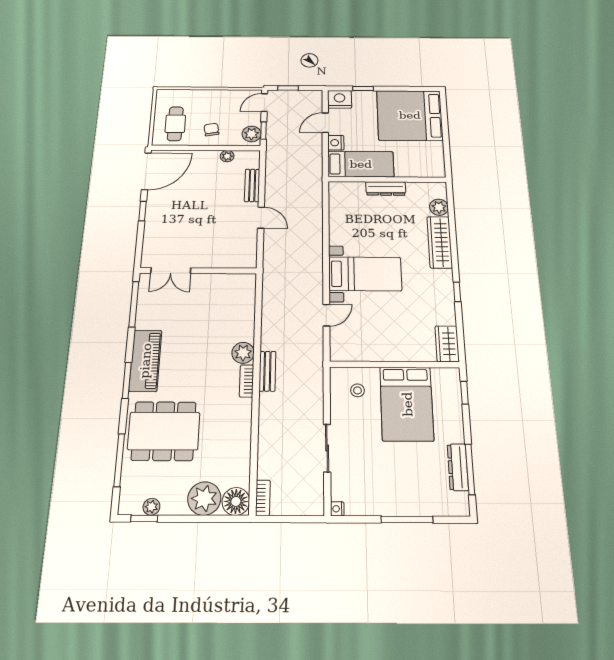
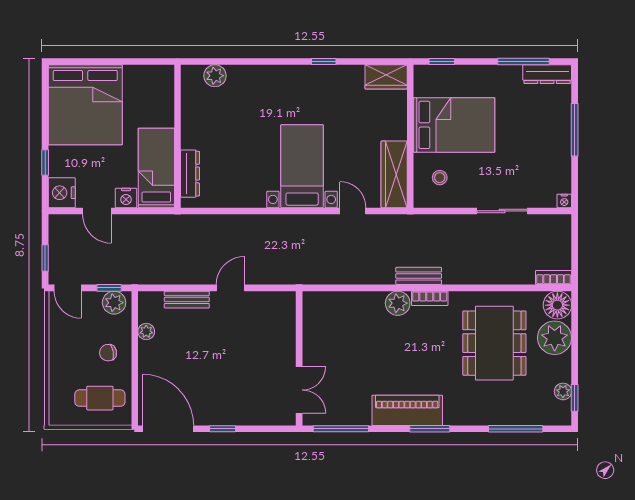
dresser: (386, 188) -> (190, 174), moved
wardrobe: (440, 242) -> (394, 174), moved, turned 90
dining table: (164, 431) -> (494, 343), moved
dresser: (458, 467) -> (547, 74), moved

